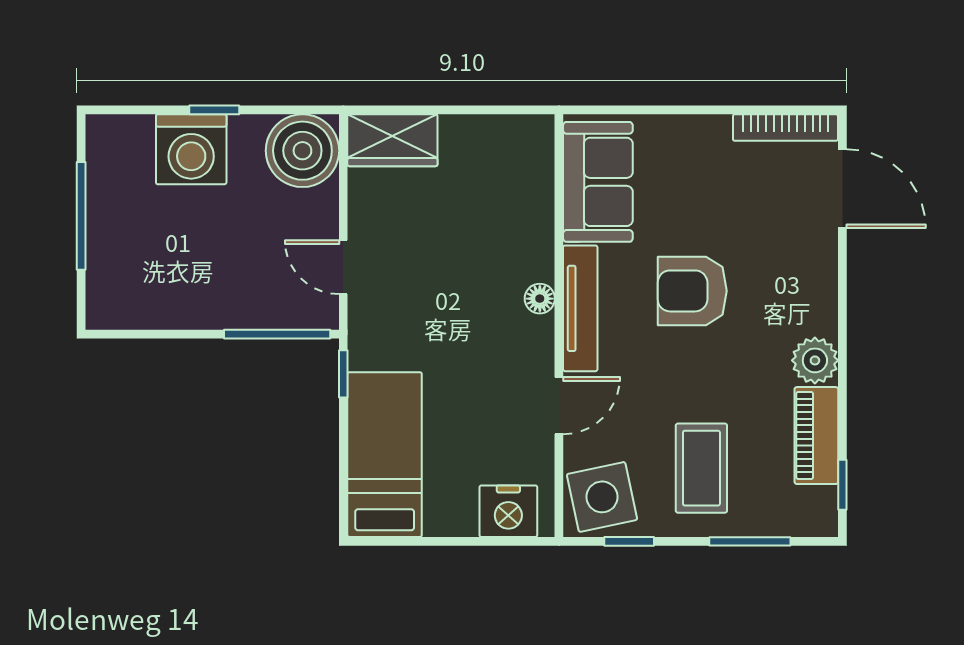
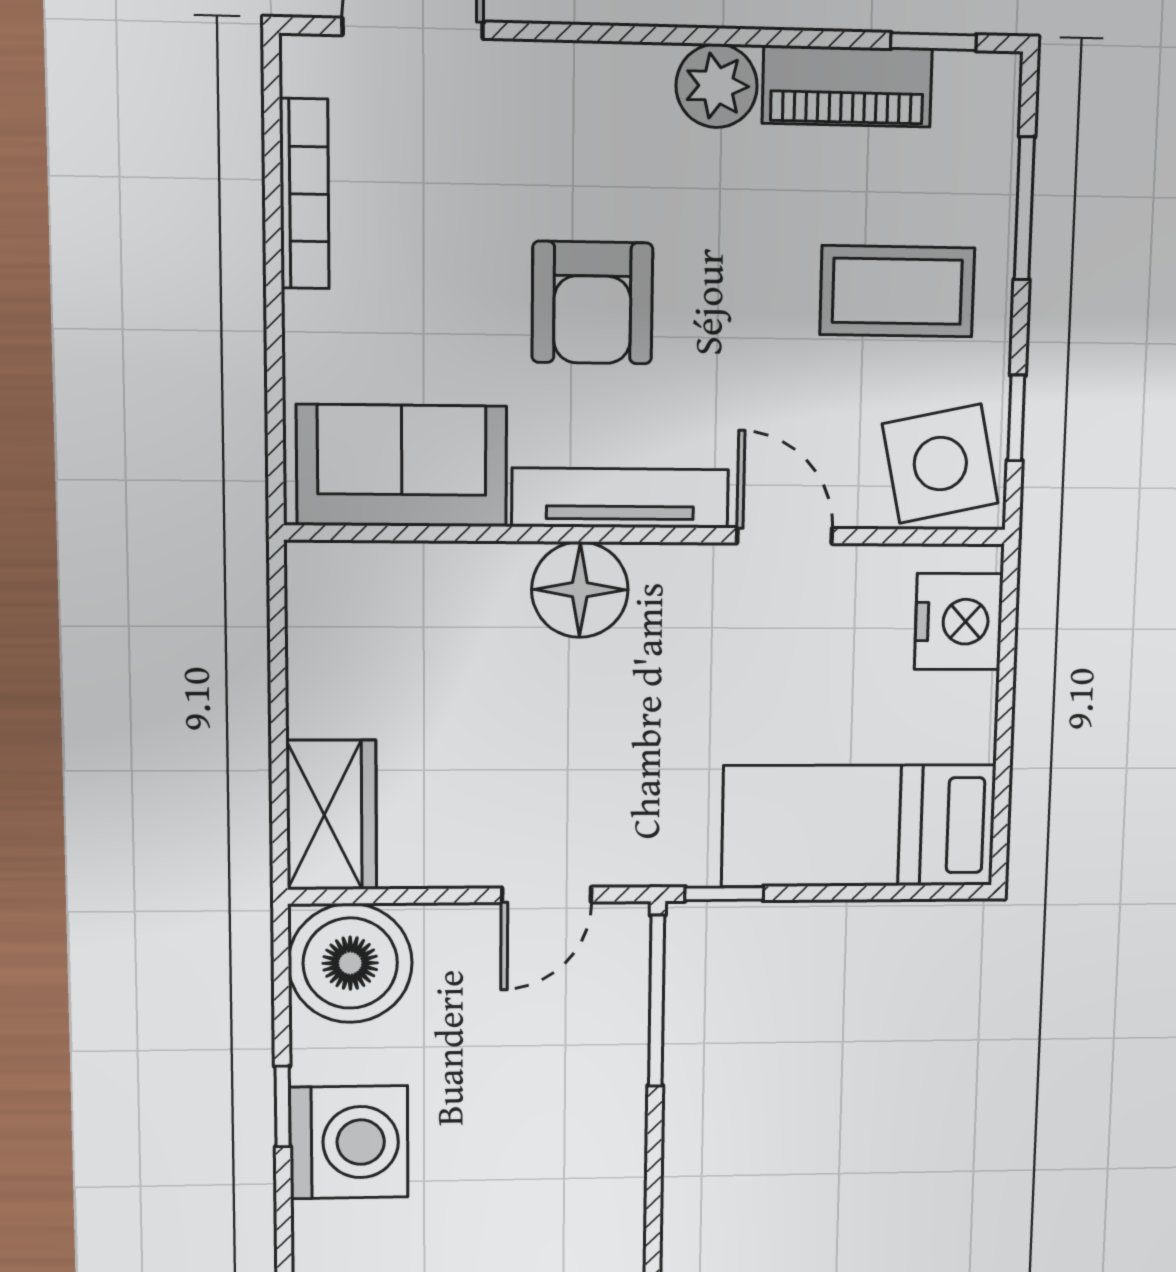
bookcase: (785, 128) -> (304, 194), moved
floor lamp: (540, 299) -> (580, 590), width x1.89, depth x1.89

